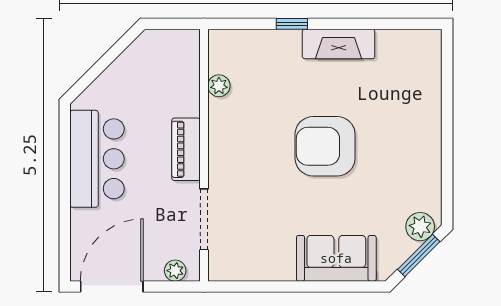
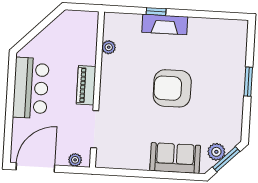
fireplace: (339, 44) -> (165, 24), moved
window: (447, 128) -> (248, 82), added
plant: (420, 227) -> (216, 152), moved

